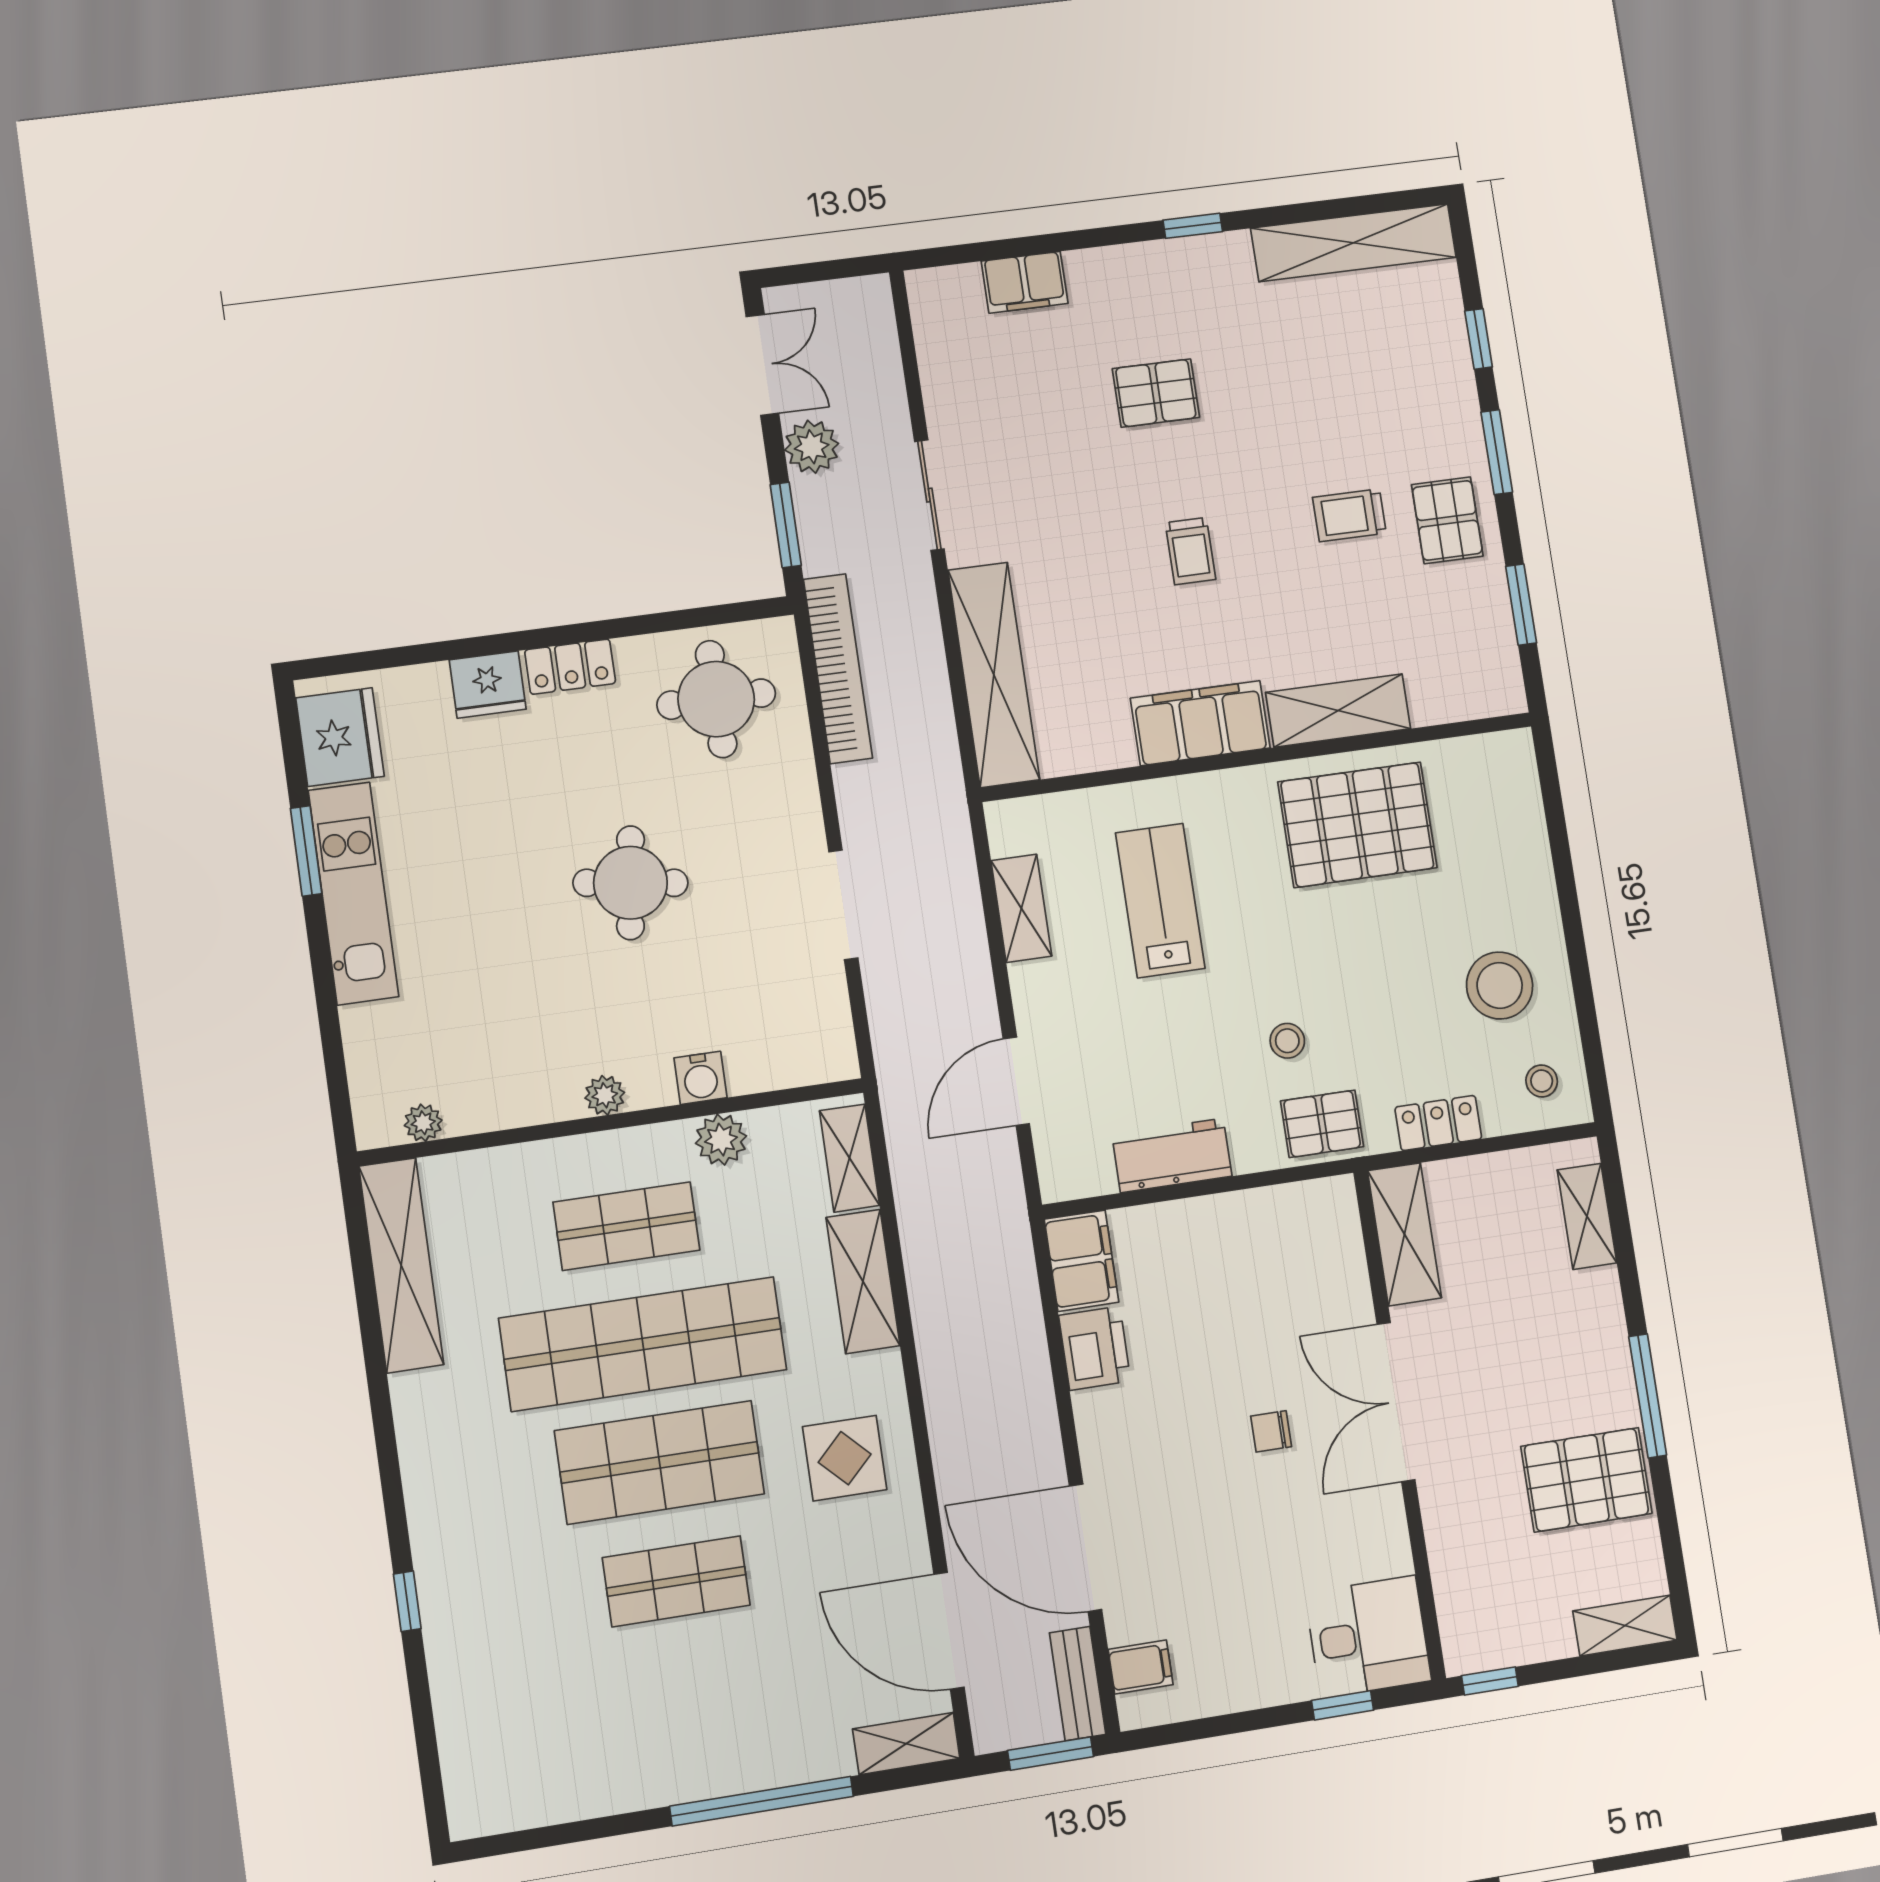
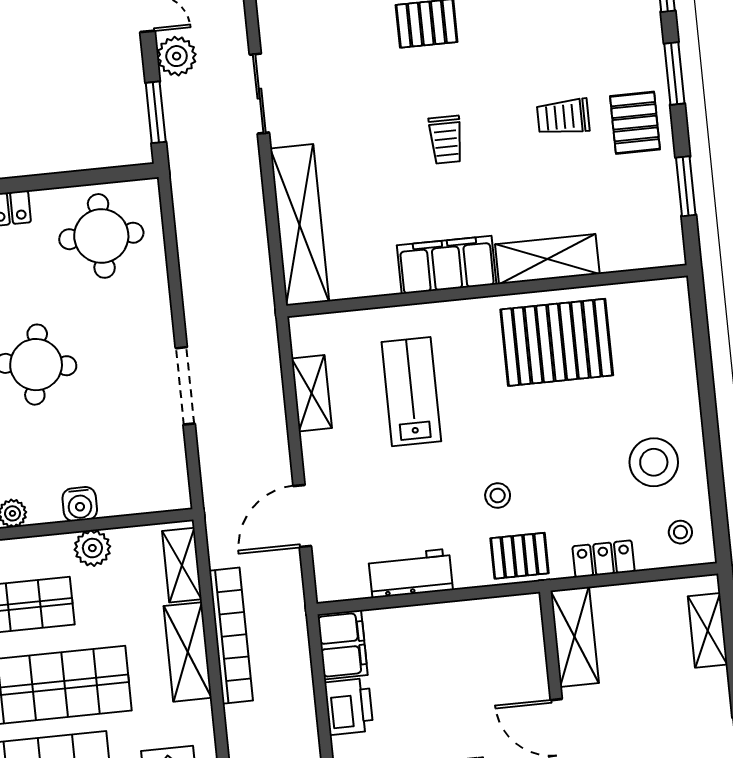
bookcase: (838, 669) -> (231, 636), moved

